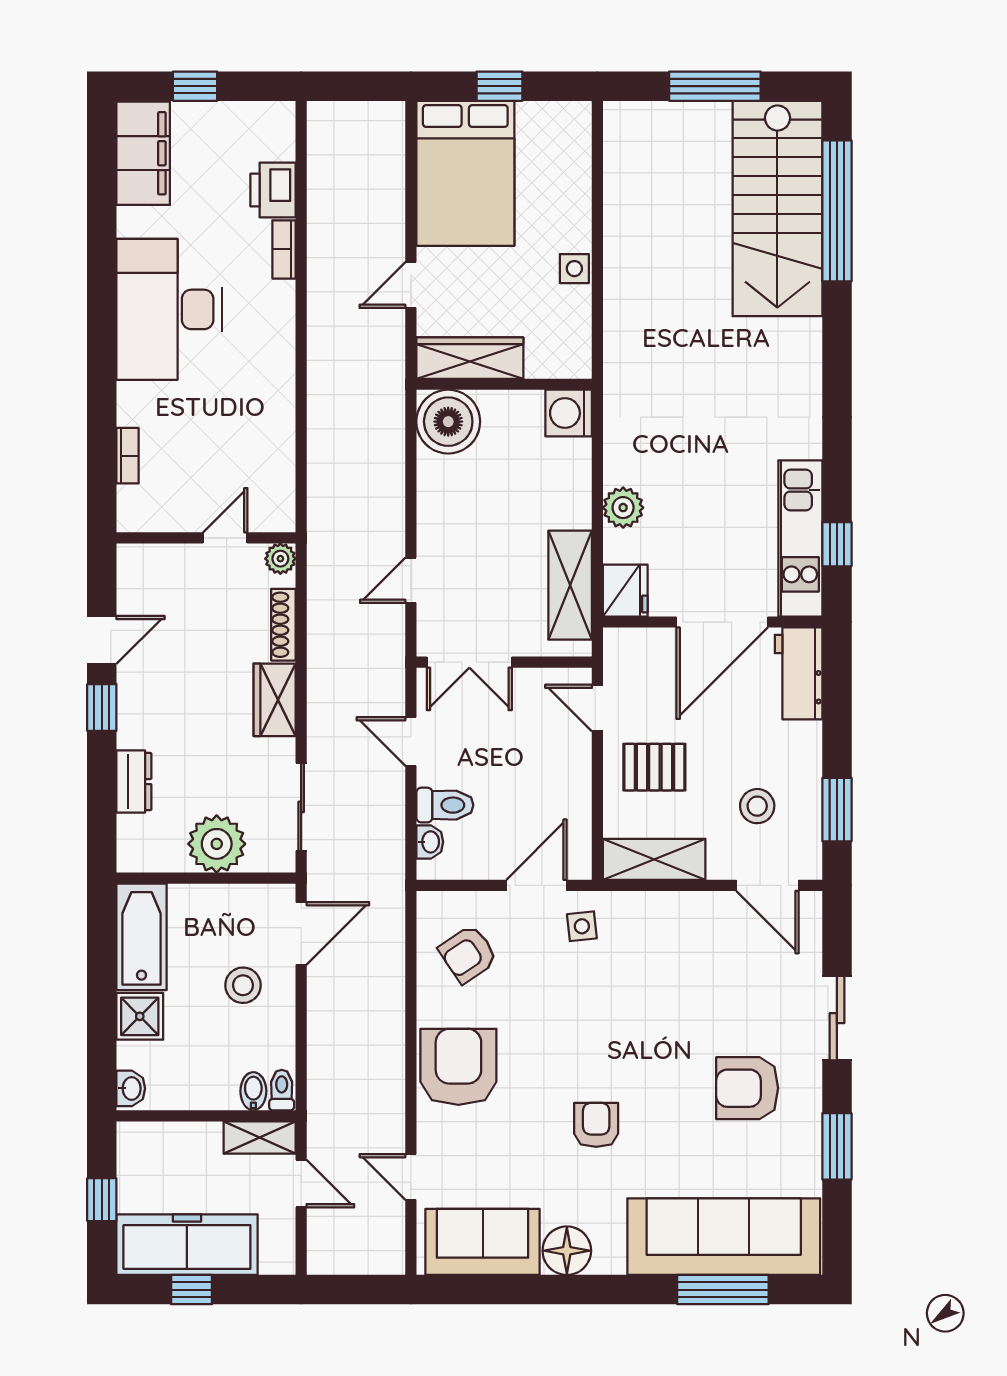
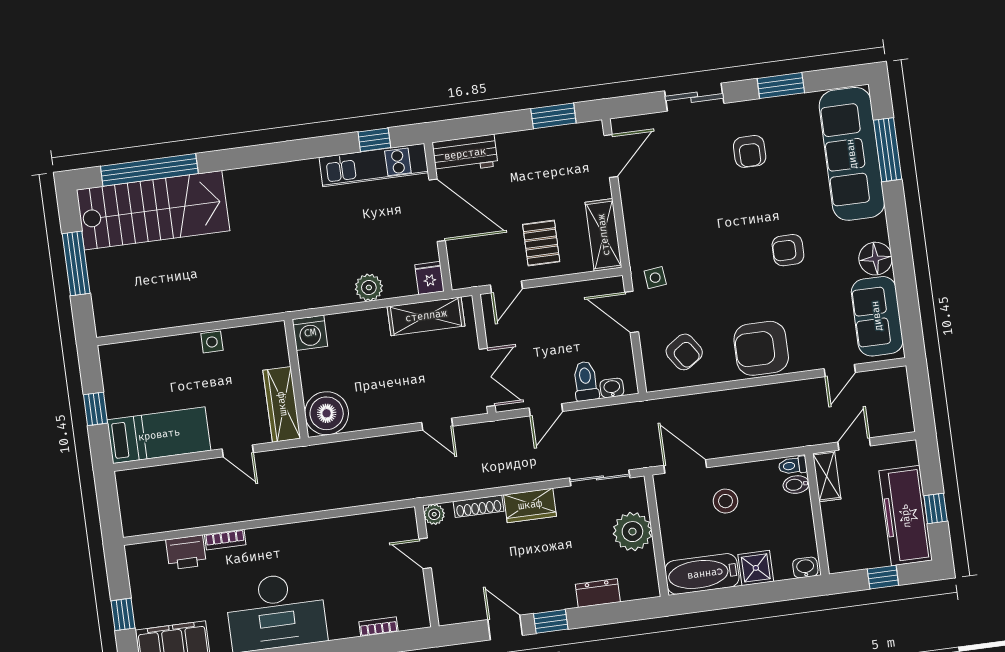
bed: (465, 173) -> (159, 435), width x0.67
fridge: (625, 591) -> (430, 278), width x0.72
stool: (757, 806) -> (558, 170), removed
armchair: (747, 1088) -> (750, 151), width x0.72, depth x0.72

